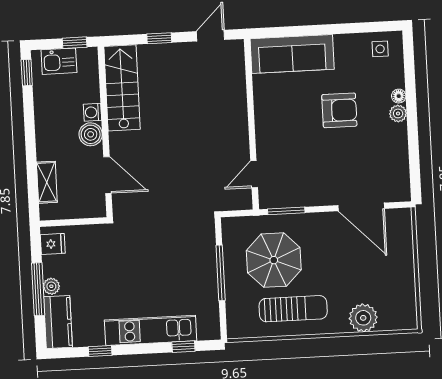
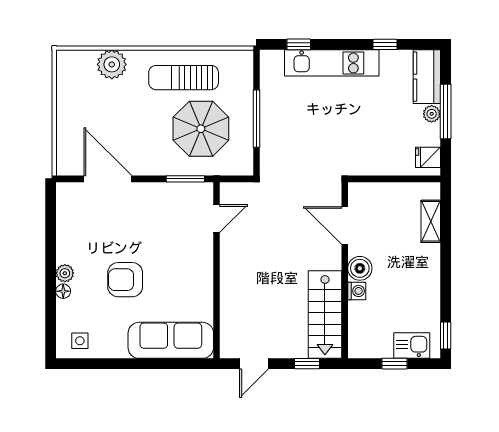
stairs: (122, 88) -> (325, 315), moved
washing machine: (92, 112) -> (357, 291), moved
wall: (105, 132) -> (345, 270), moved
boiler: (91, 134) -> (360, 268), moved
door: (107, 175) -> (345, 225), moved

